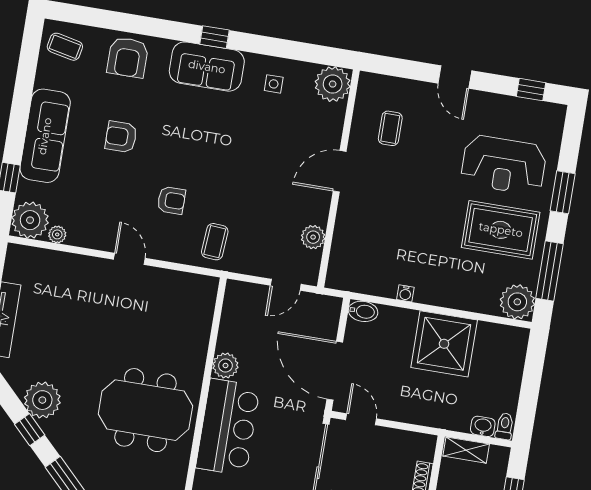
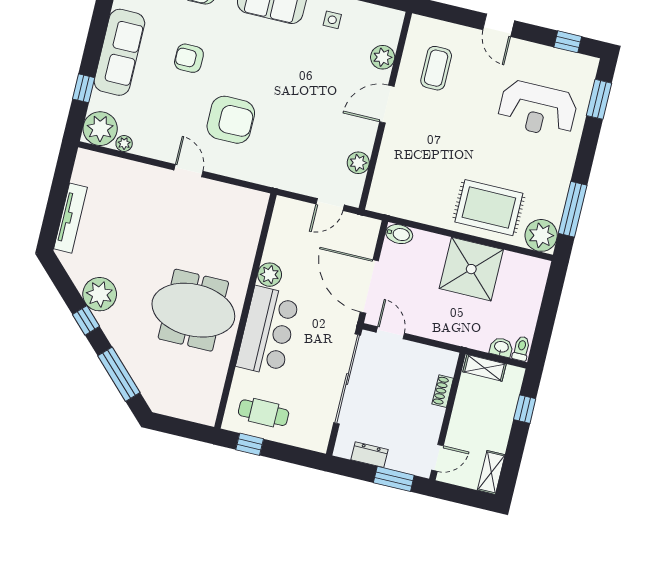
plant: (333, 84) -> (383, 57), moved, width x0.73, depth x0.73
coffee table: (390, 128) -> (436, 68), width x1.36, depth x1.30
window: (563, 192) -> (599, 99), moved
armchair: (171, 200) -> (231, 120), width x1.88, depth x1.88
rug: (501, 230) -> (489, 208), moved
coffee table: (215, 242) -> (268, 160), removed
water cooler: (405, 293) -> (439, 220), removed

